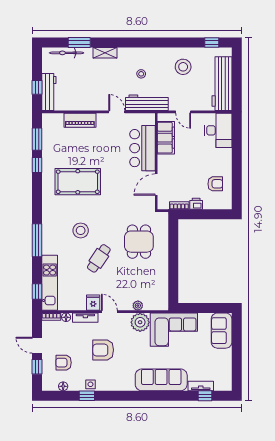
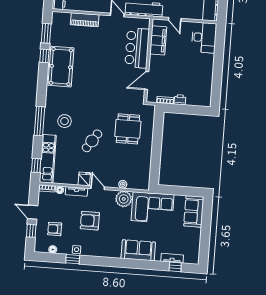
pool table: (78, 182) -> (61, 67), moved, turned 90
armchair: (215, 184) -> (198, 84), removed
stool: (81, 230) -> (65, 121), moved
sofa: (161, 380) -> (138, 250), width x0.73

